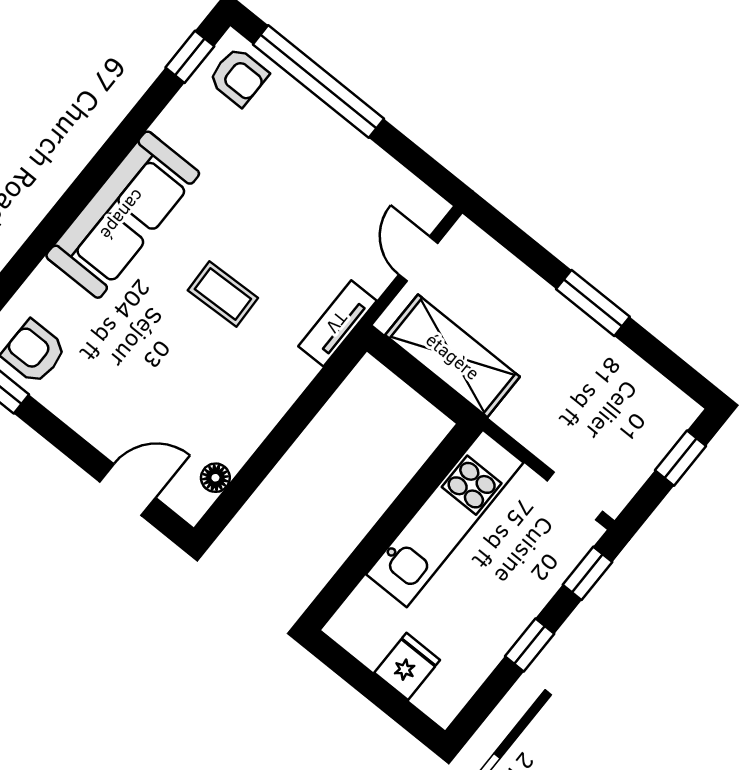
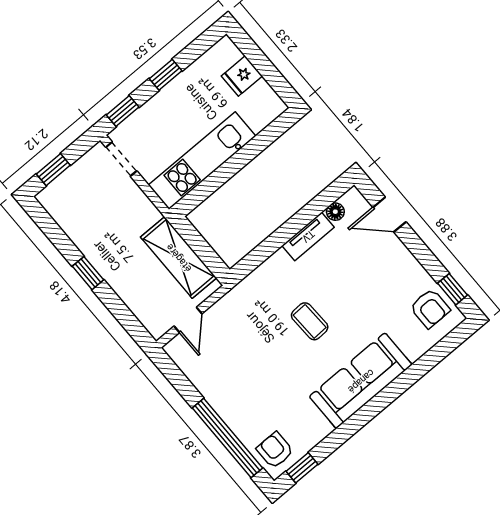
window: (593, 303) -> (88, 273), width x0.67
tv unit: (337, 323) -> (308, 236), moved

